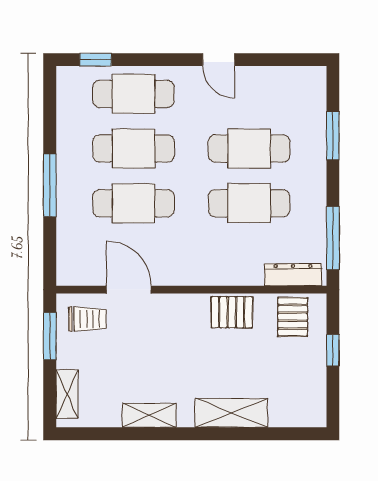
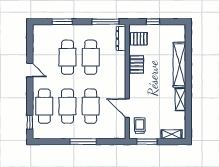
door: (219, 60) -> (30, 70), hinge flipped
door: (129, 290) -> (127, 108), hinge flipped
shelving: (231, 413) -> (179, 65), width x1.47

